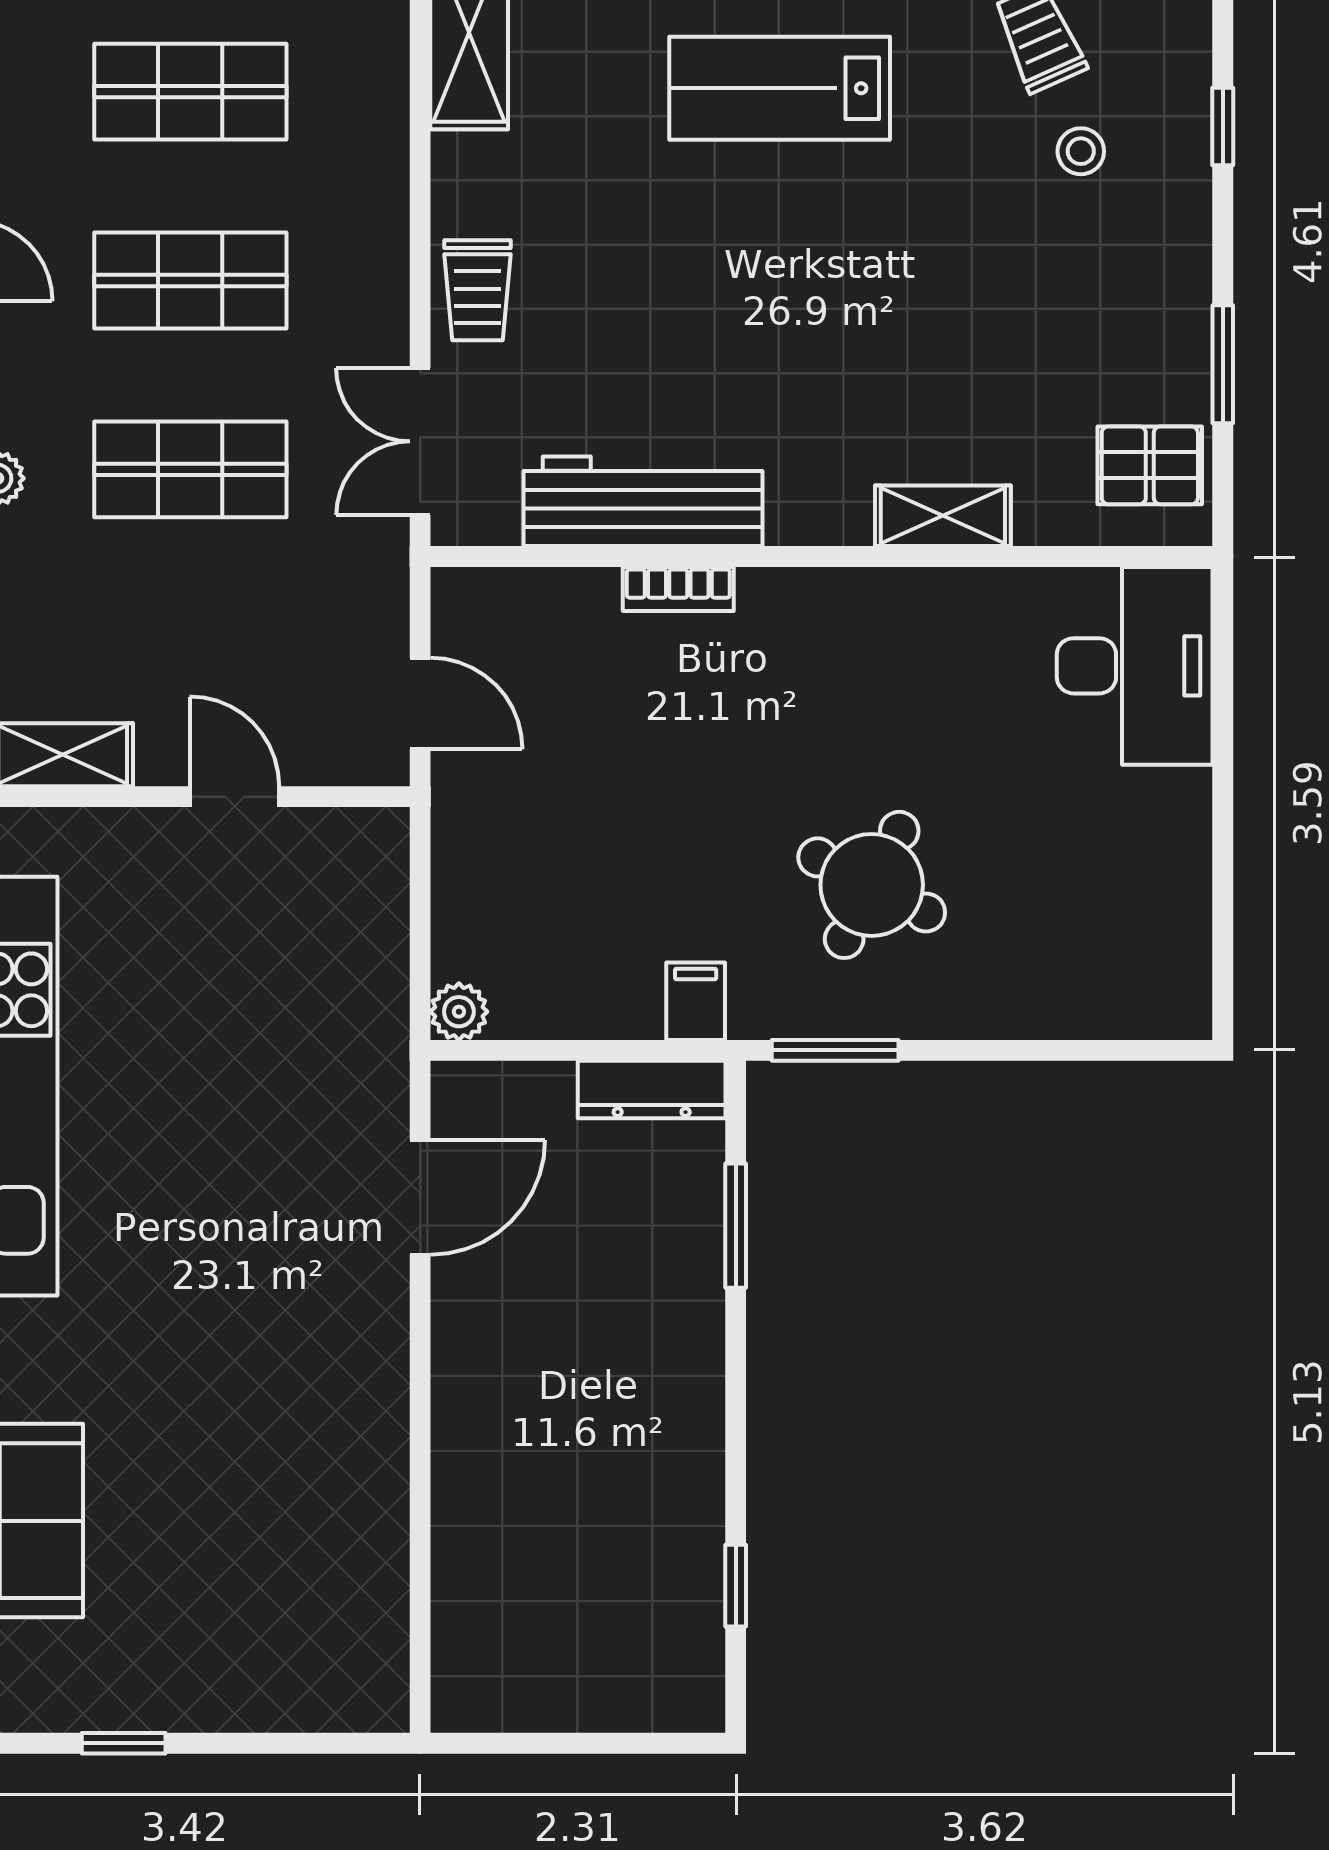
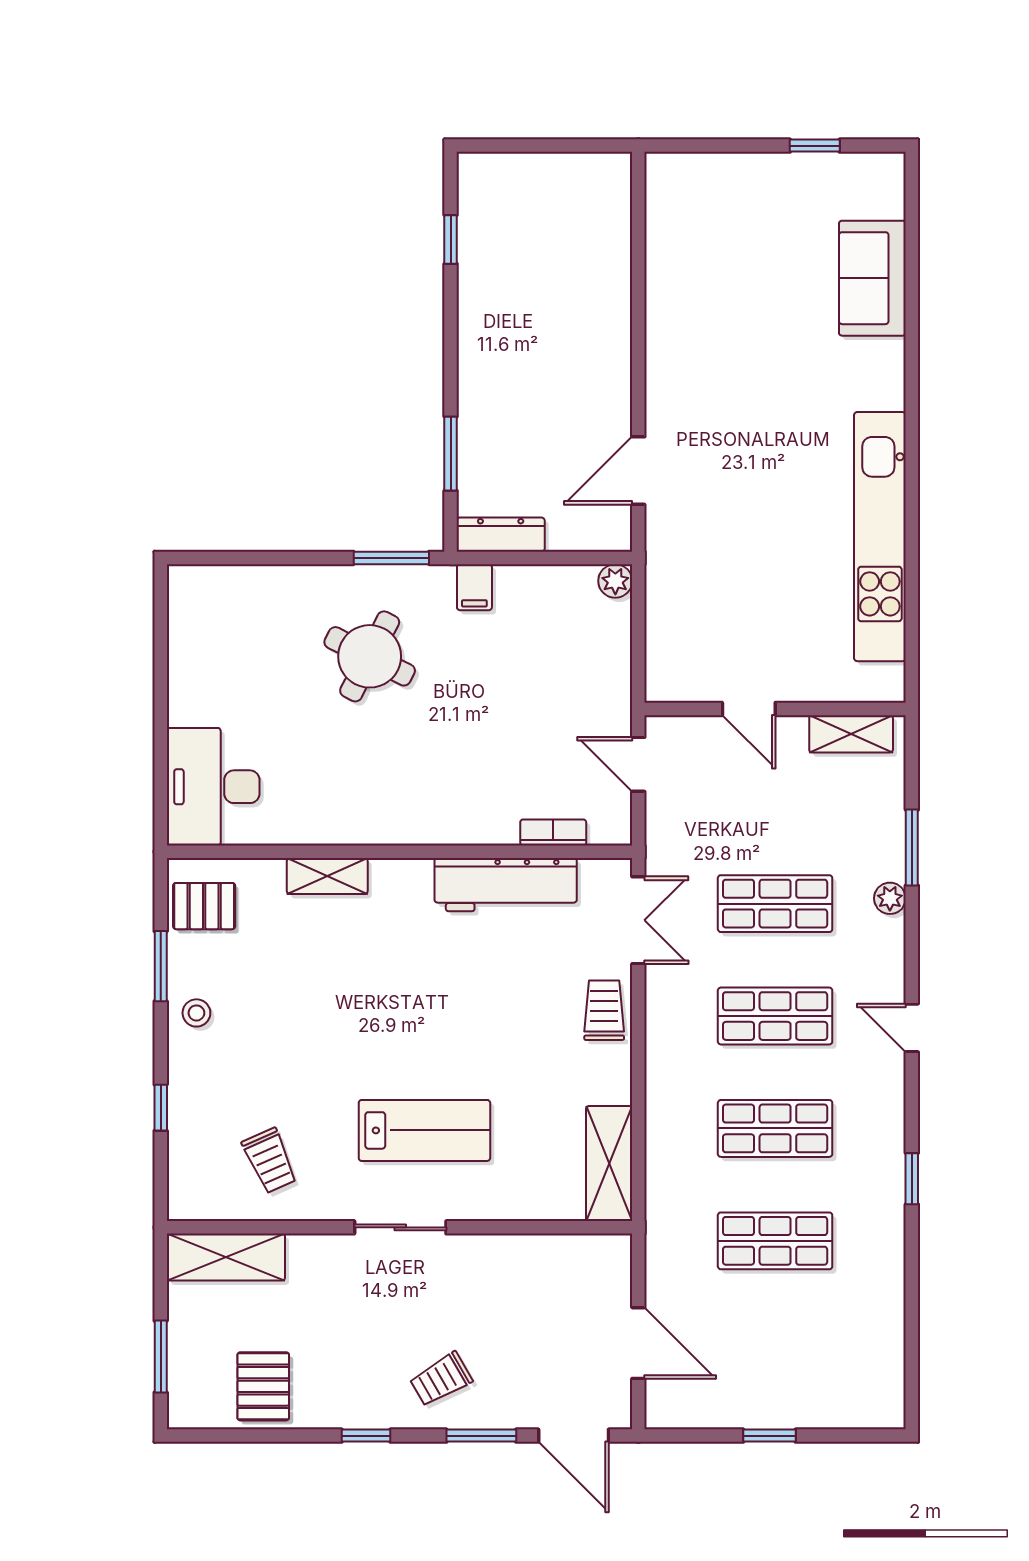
stool: (1081, 151) -> (196, 1013), moved
bookcase: (678, 589) -> (553, 833), moved

